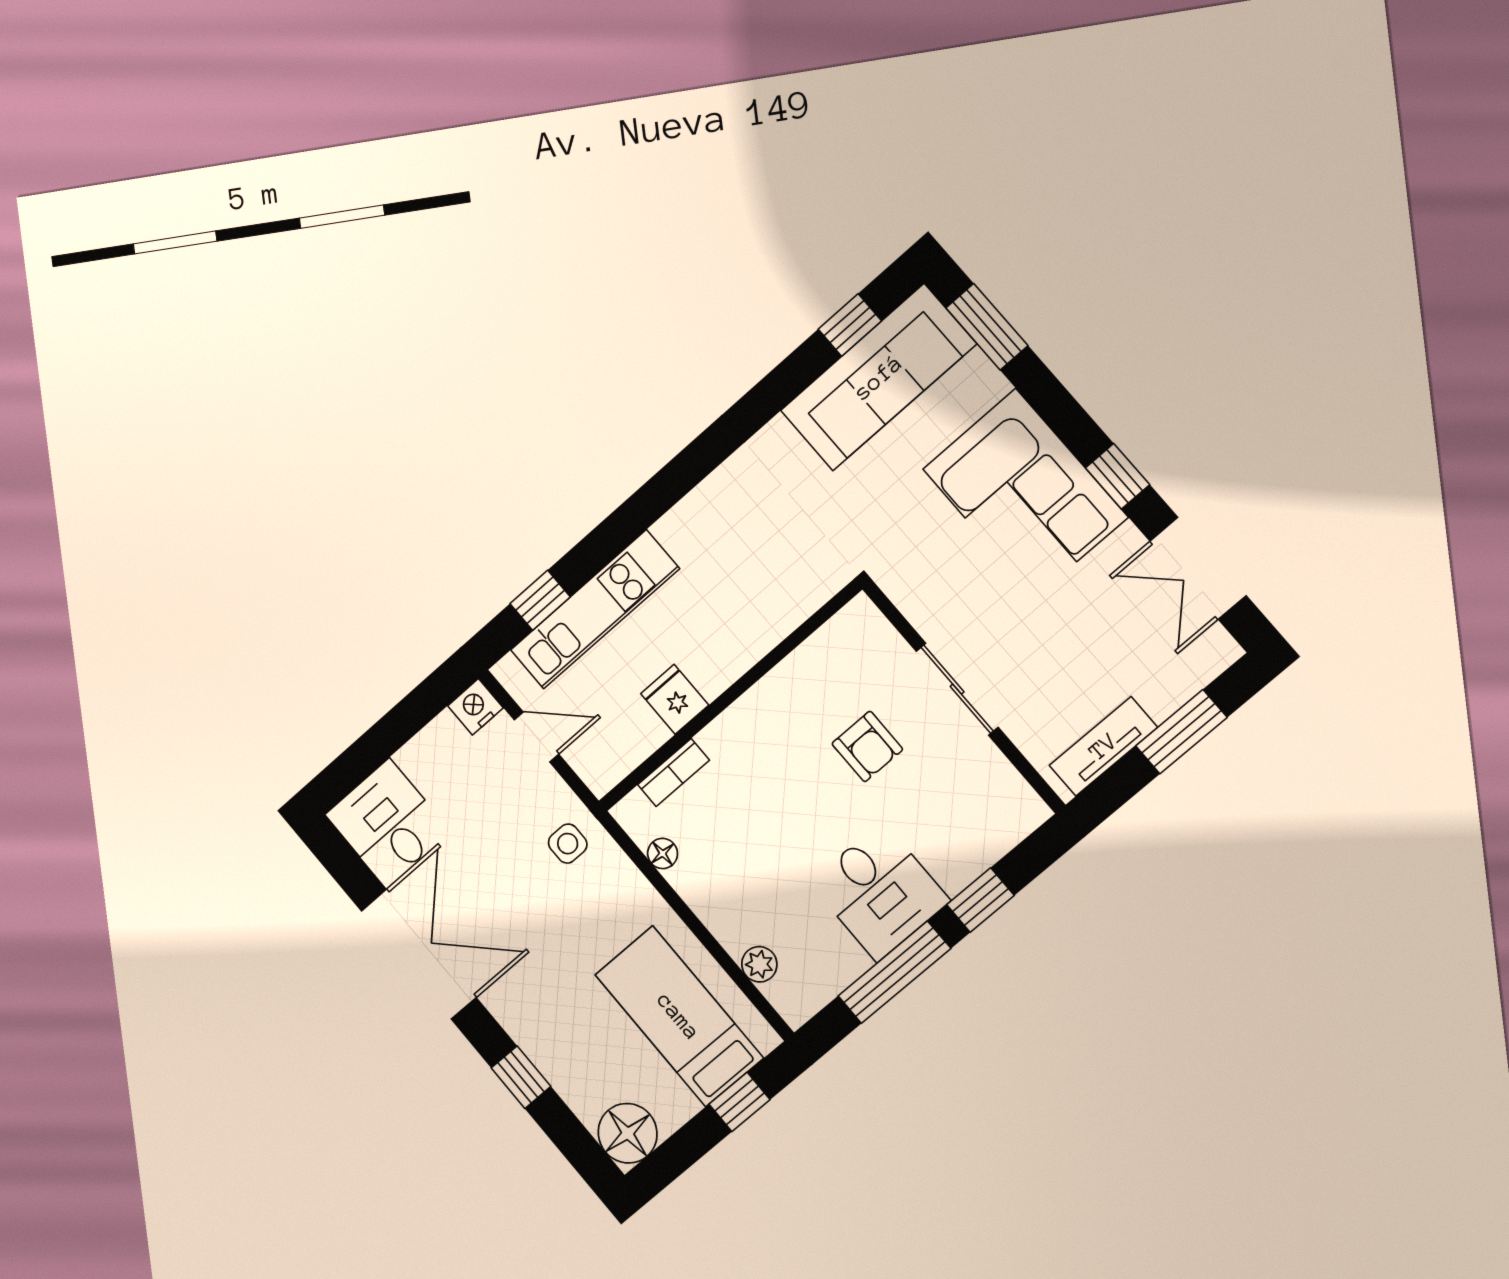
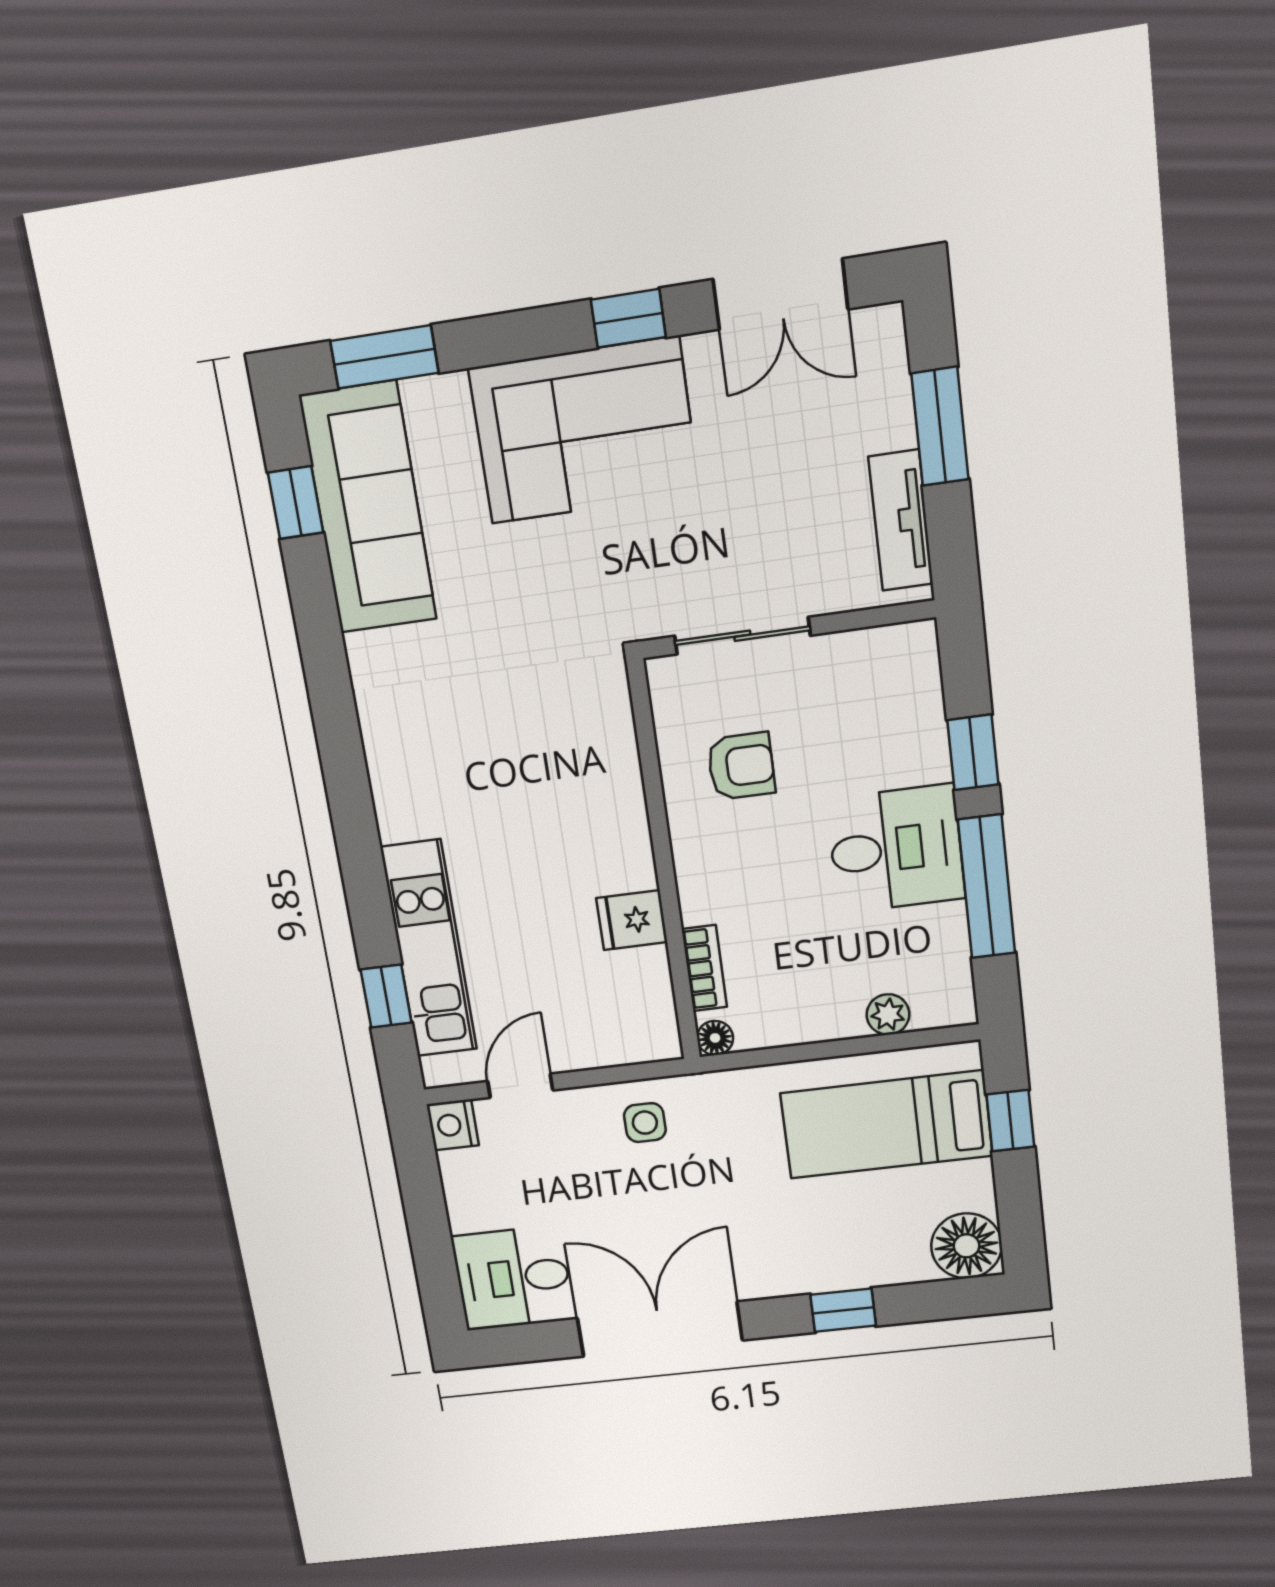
wall: (729, 696) -> (664, 864), moved
fridge: (675, 699) -> (632, 920), moved
bookcase: (674, 772) -> (704, 968), moved

